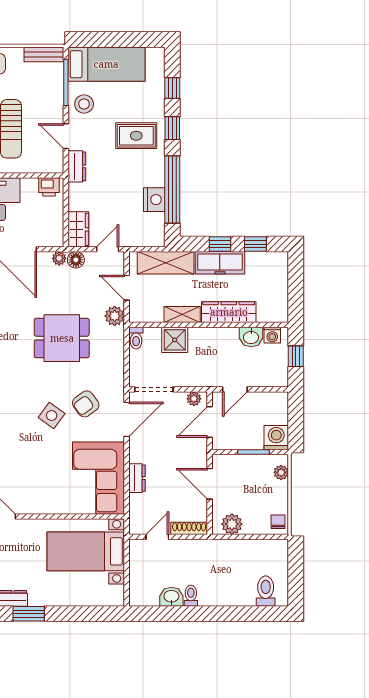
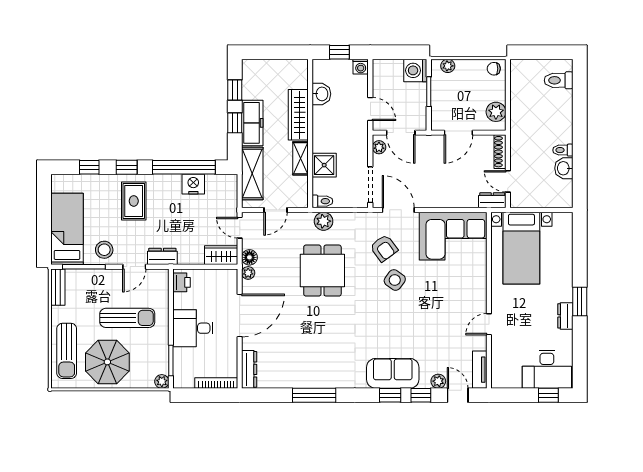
plant: (115, 316) -> (324, 221), moved
washing machine: (272, 335) -> (361, 67), moved, turned 90
dresser: (137, 478) -> (492, 200), moved

